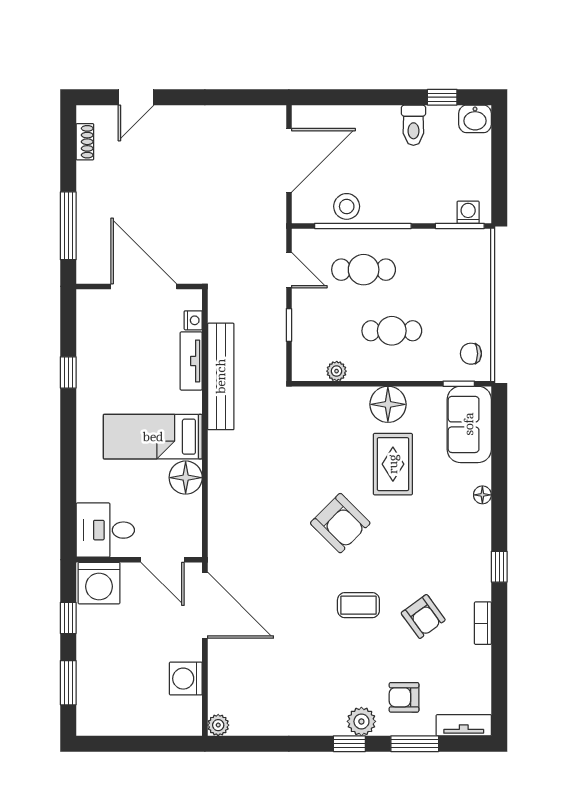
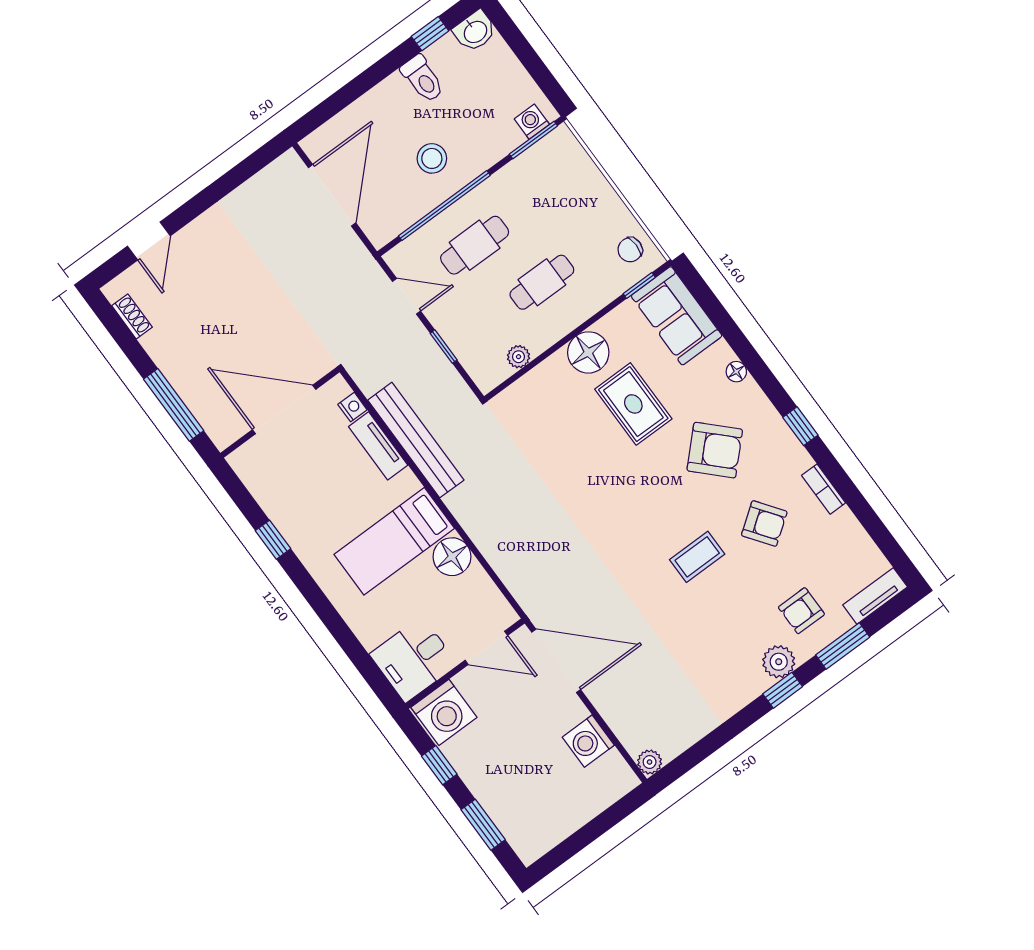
stool: (347, 206) -> (432, 158), moved
armchair: (340, 523) -> (715, 450), moved

